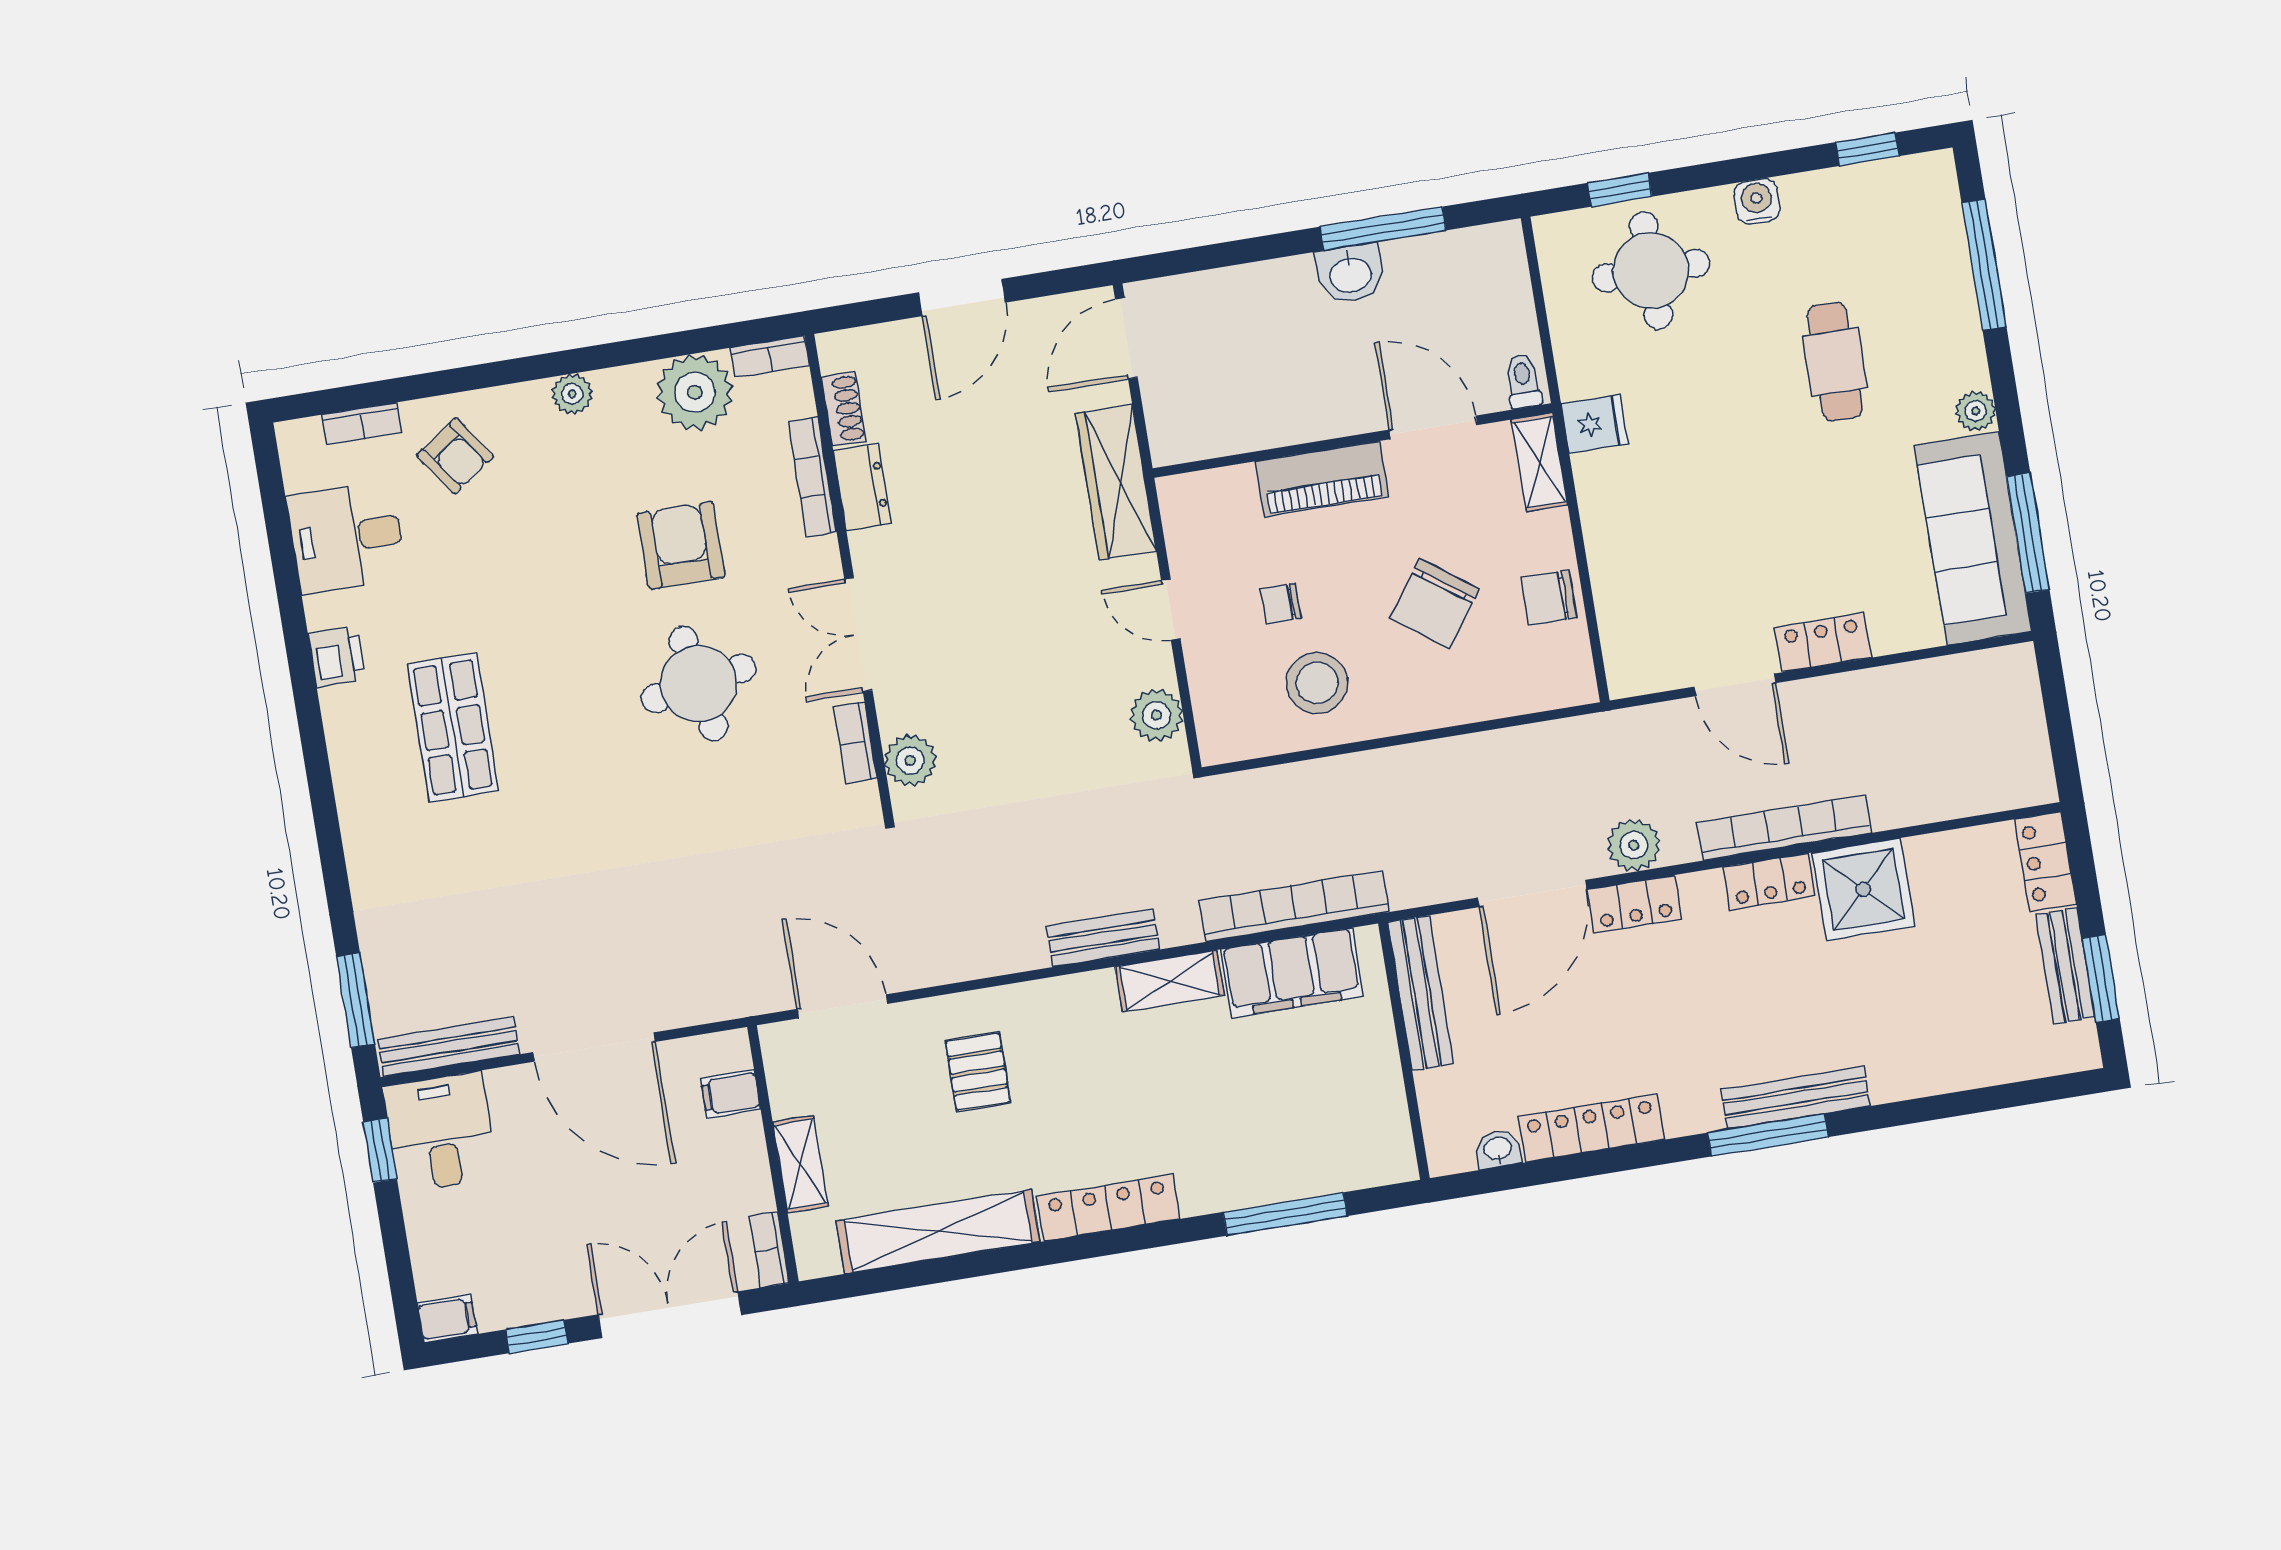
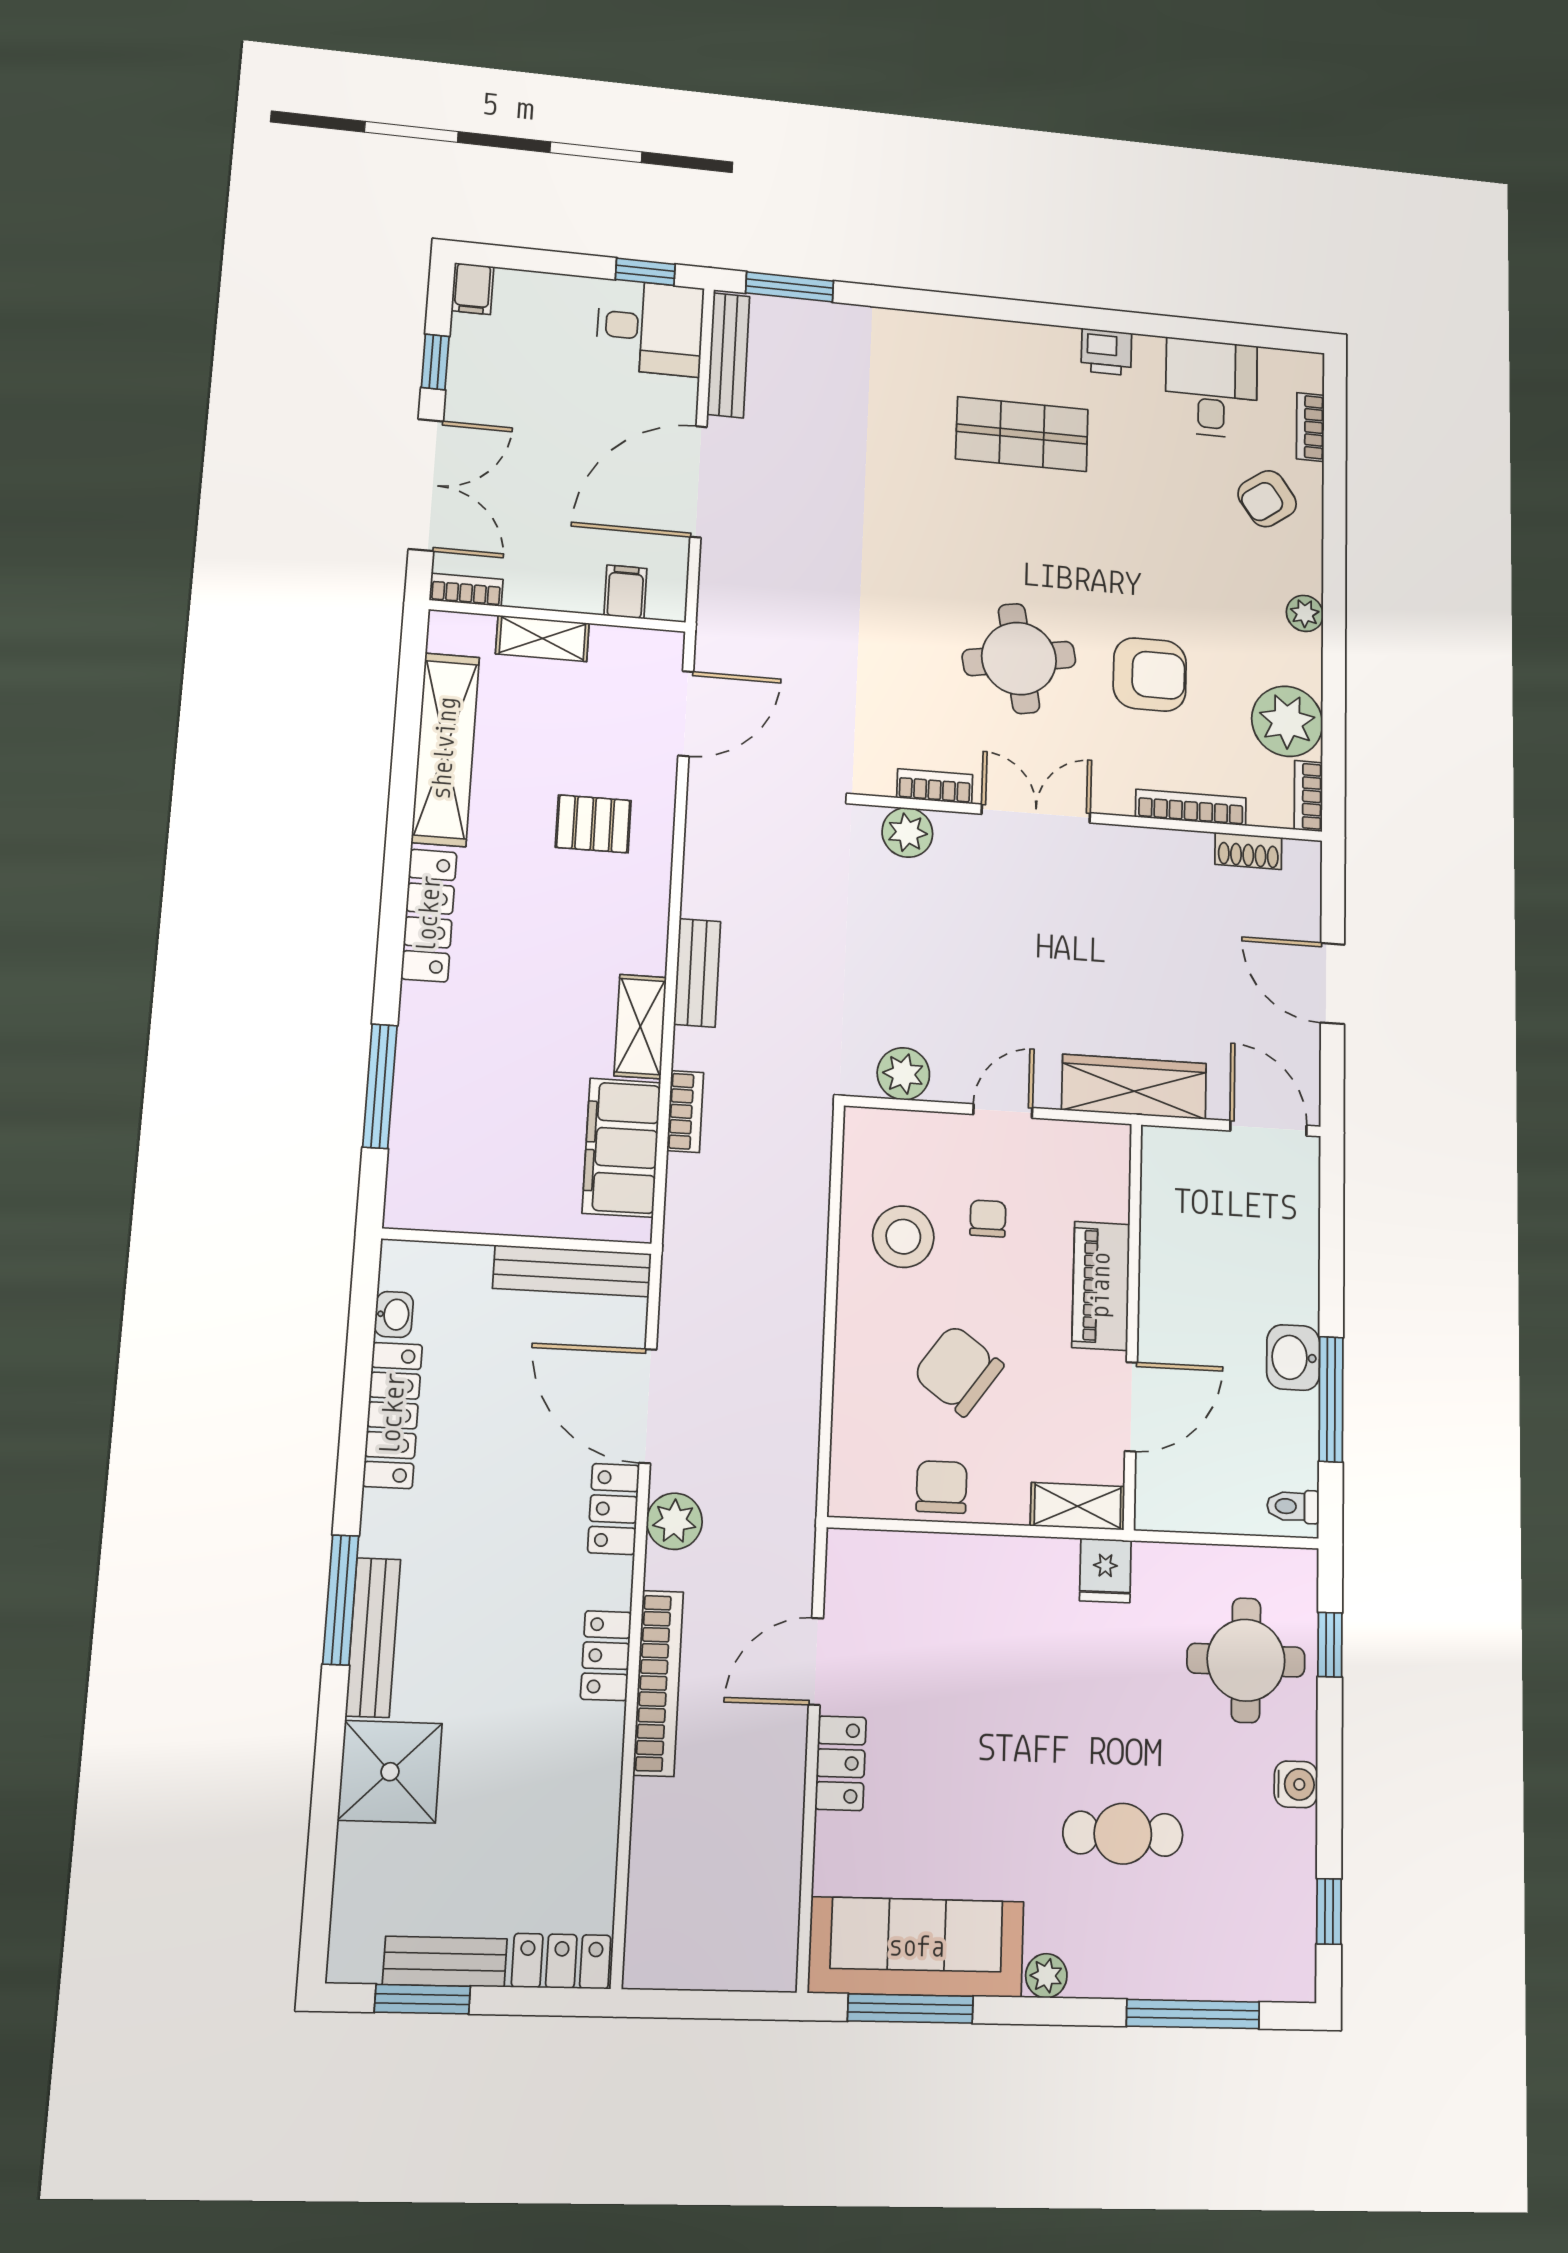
toilet: (1523, 381) -> (1293, 1506), moved, turned 180
dresser: (862, 487) -> (1173, 850), removed
shower: (1863, 889) -> (390, 1772), moved
bookcase: (1294, 906) -> (685, 1112), width x0.43, depth x0.76

